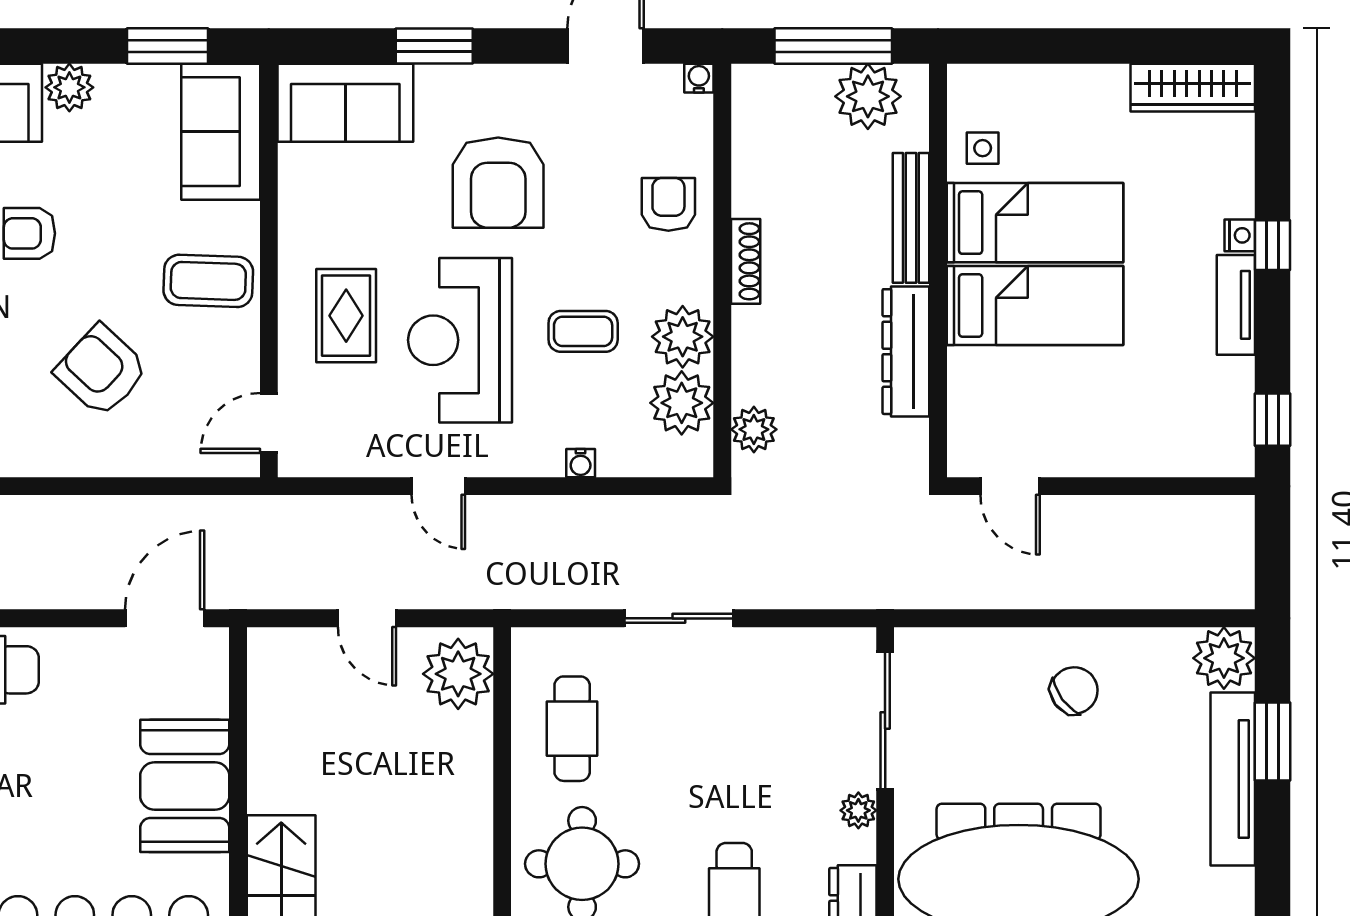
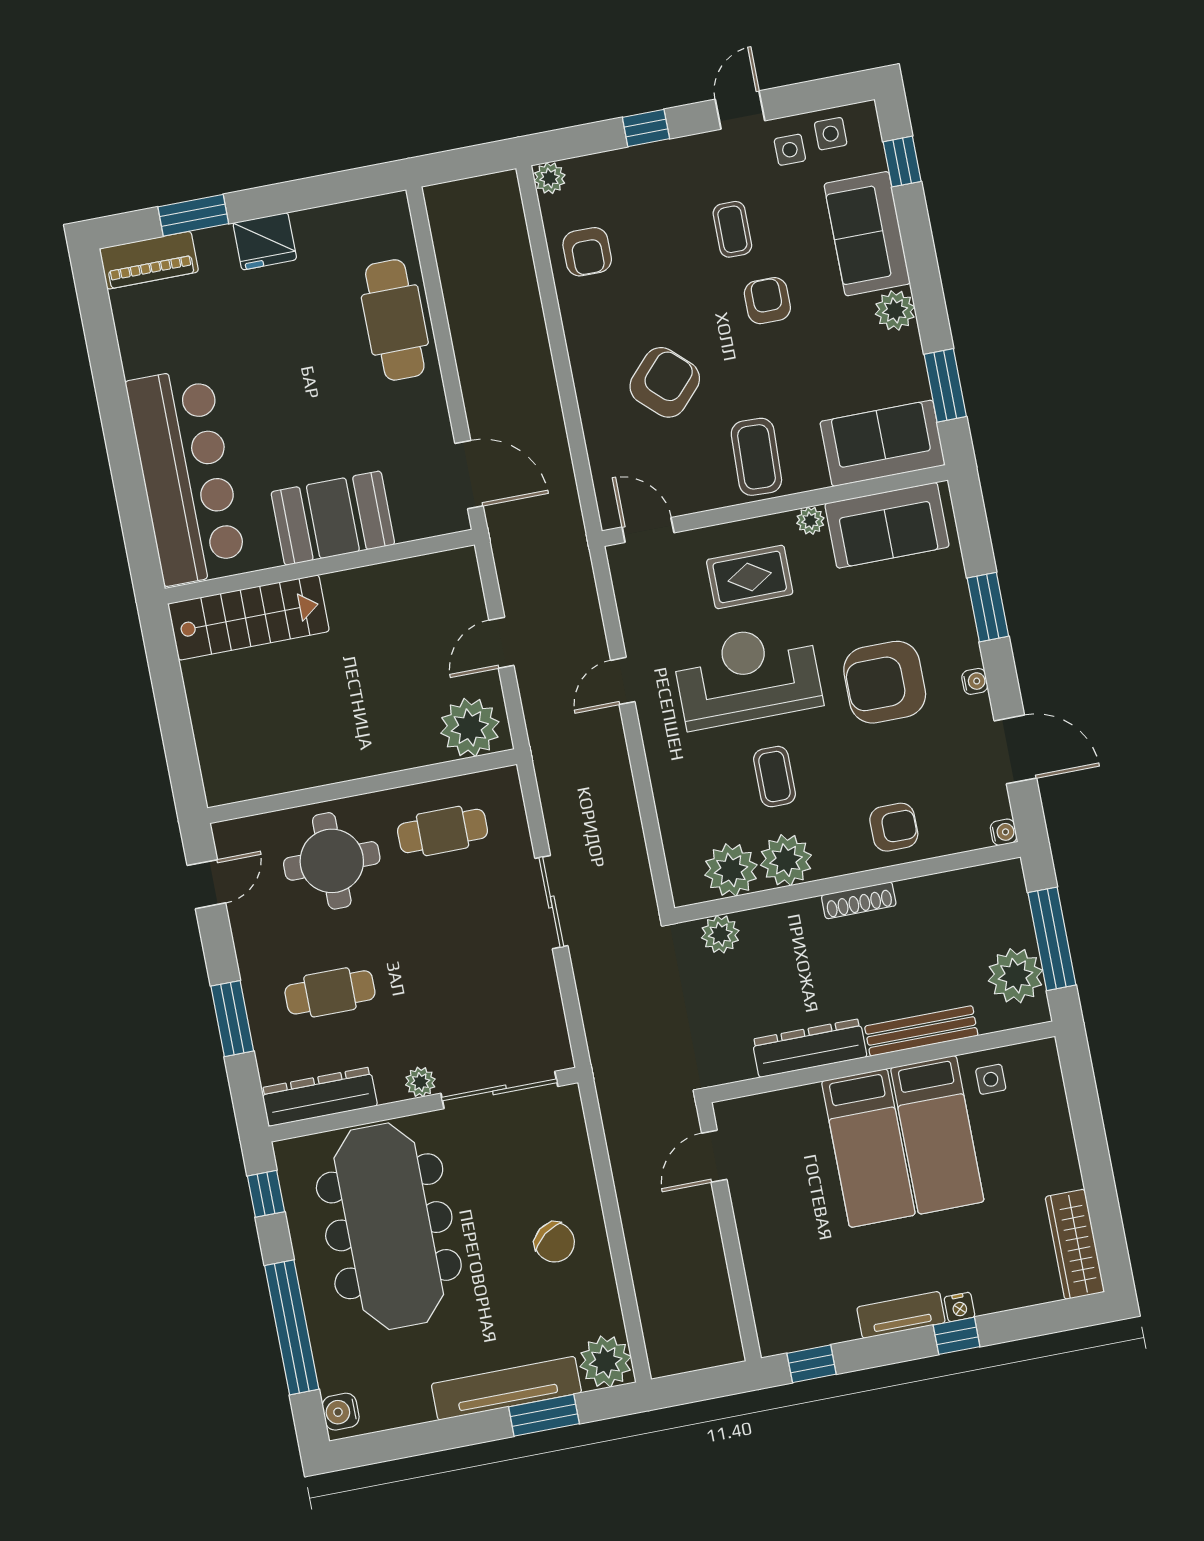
sofa: (345, 103) -> (887, 525), moved, turned -90
plant: (294, 233) -> (810, 521), added
water cooler: (581, 463) -> (975, 681), moved, turned 180

